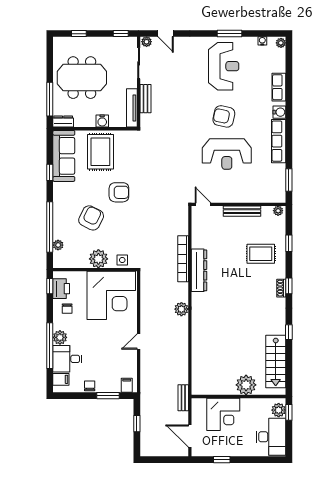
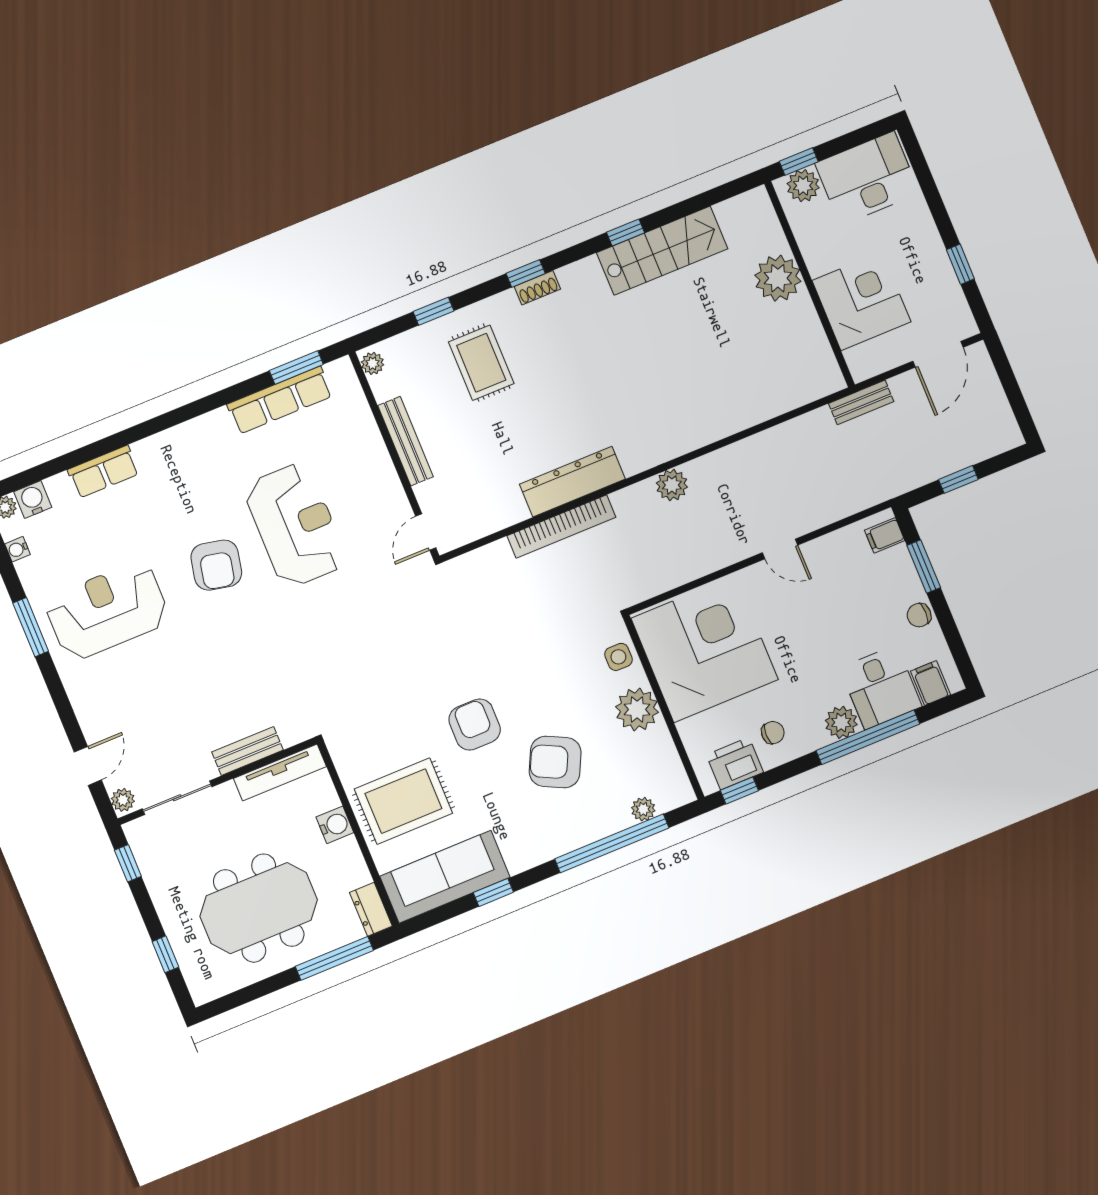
meeting table: (82, 78) -> (259, 908), turned 90
water cooler: (279, 112) -> (33, 499), moved
row of seats: (279, 141) -> (280, 400), moved
stairs: (276, 362) -> (662, 251), moved

